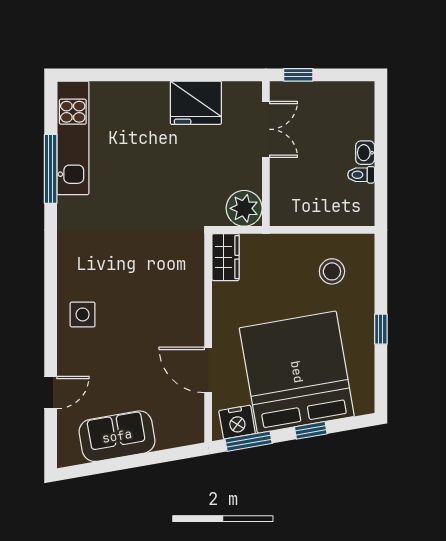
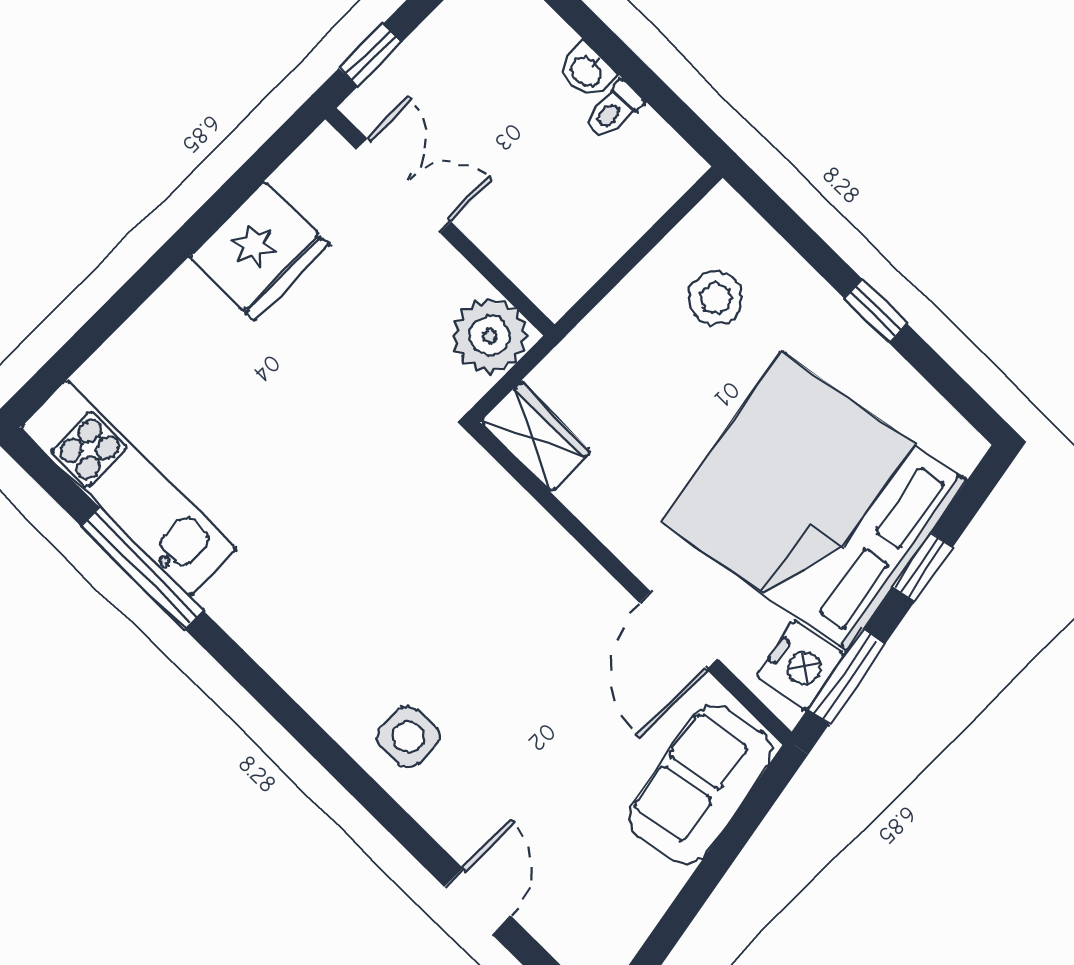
door: (208, 370) -> (679, 631), hinge flipped
sofa: (117, 436) -> (700, 784), moved

